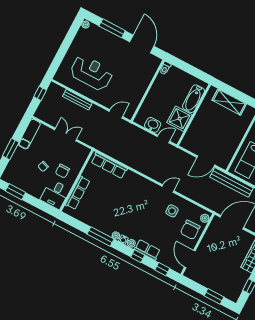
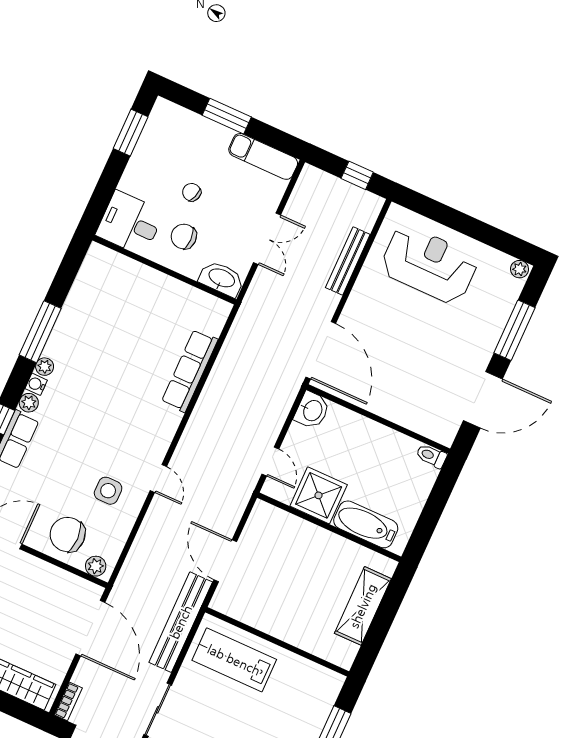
reception desk: (91, 73) -> (429, 264), moved, turned -90
door: (116, 114) -> (321, 350), width x1.87
washbasin: (153, 125) -> (312, 410), moved
washbasin: (82, 156) -> (221, 279), added
row of seats: (109, 165) -> (190, 371), moved
row of seats: (78, 193) -> (136, 274), removed

